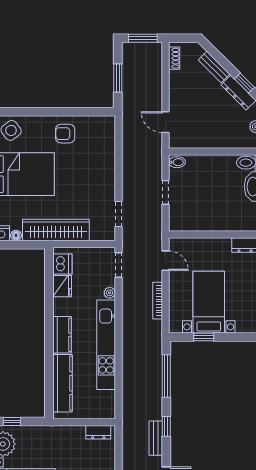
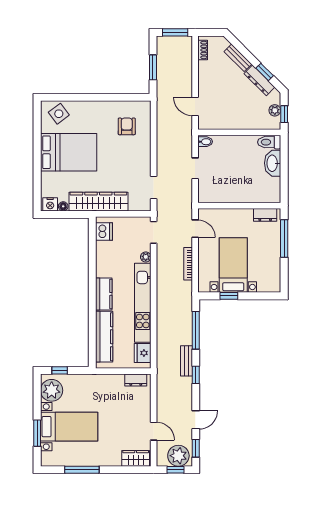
armchair: (65, 134) -> (127, 126), moved, turned 90
fridge: (62, 286) -> (143, 353), moved, turned 180
bench: (156, 438) -> (186, 361), moved

